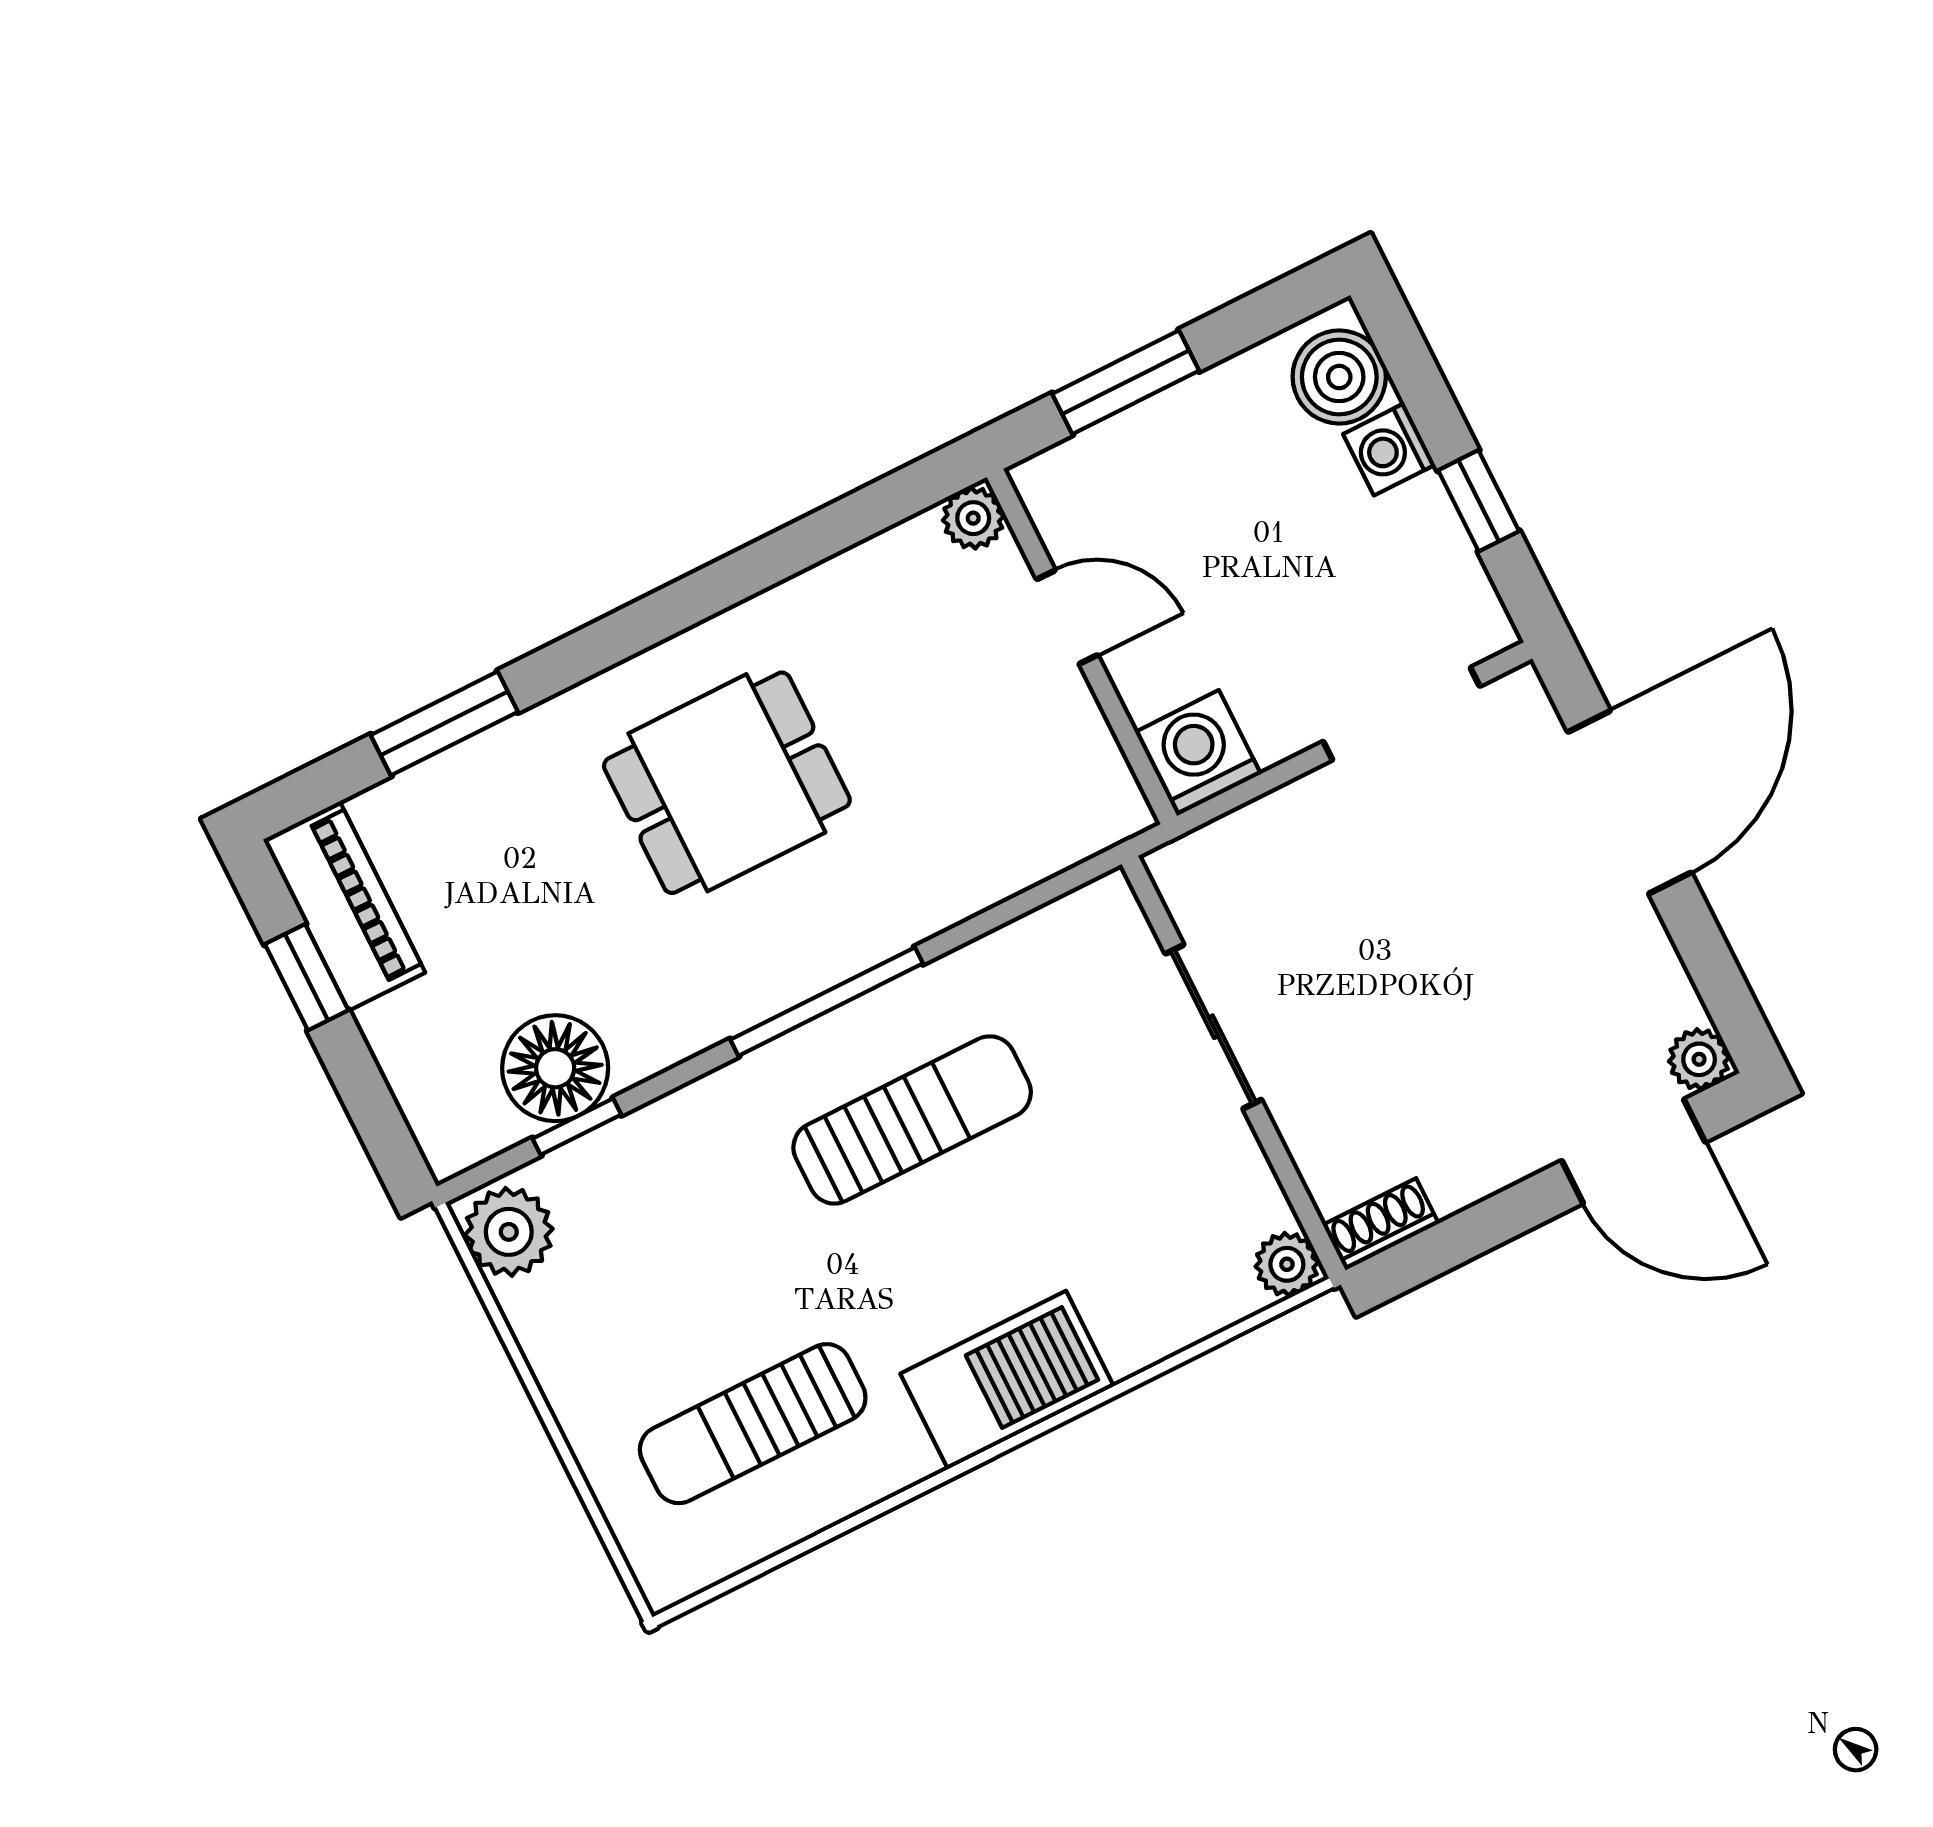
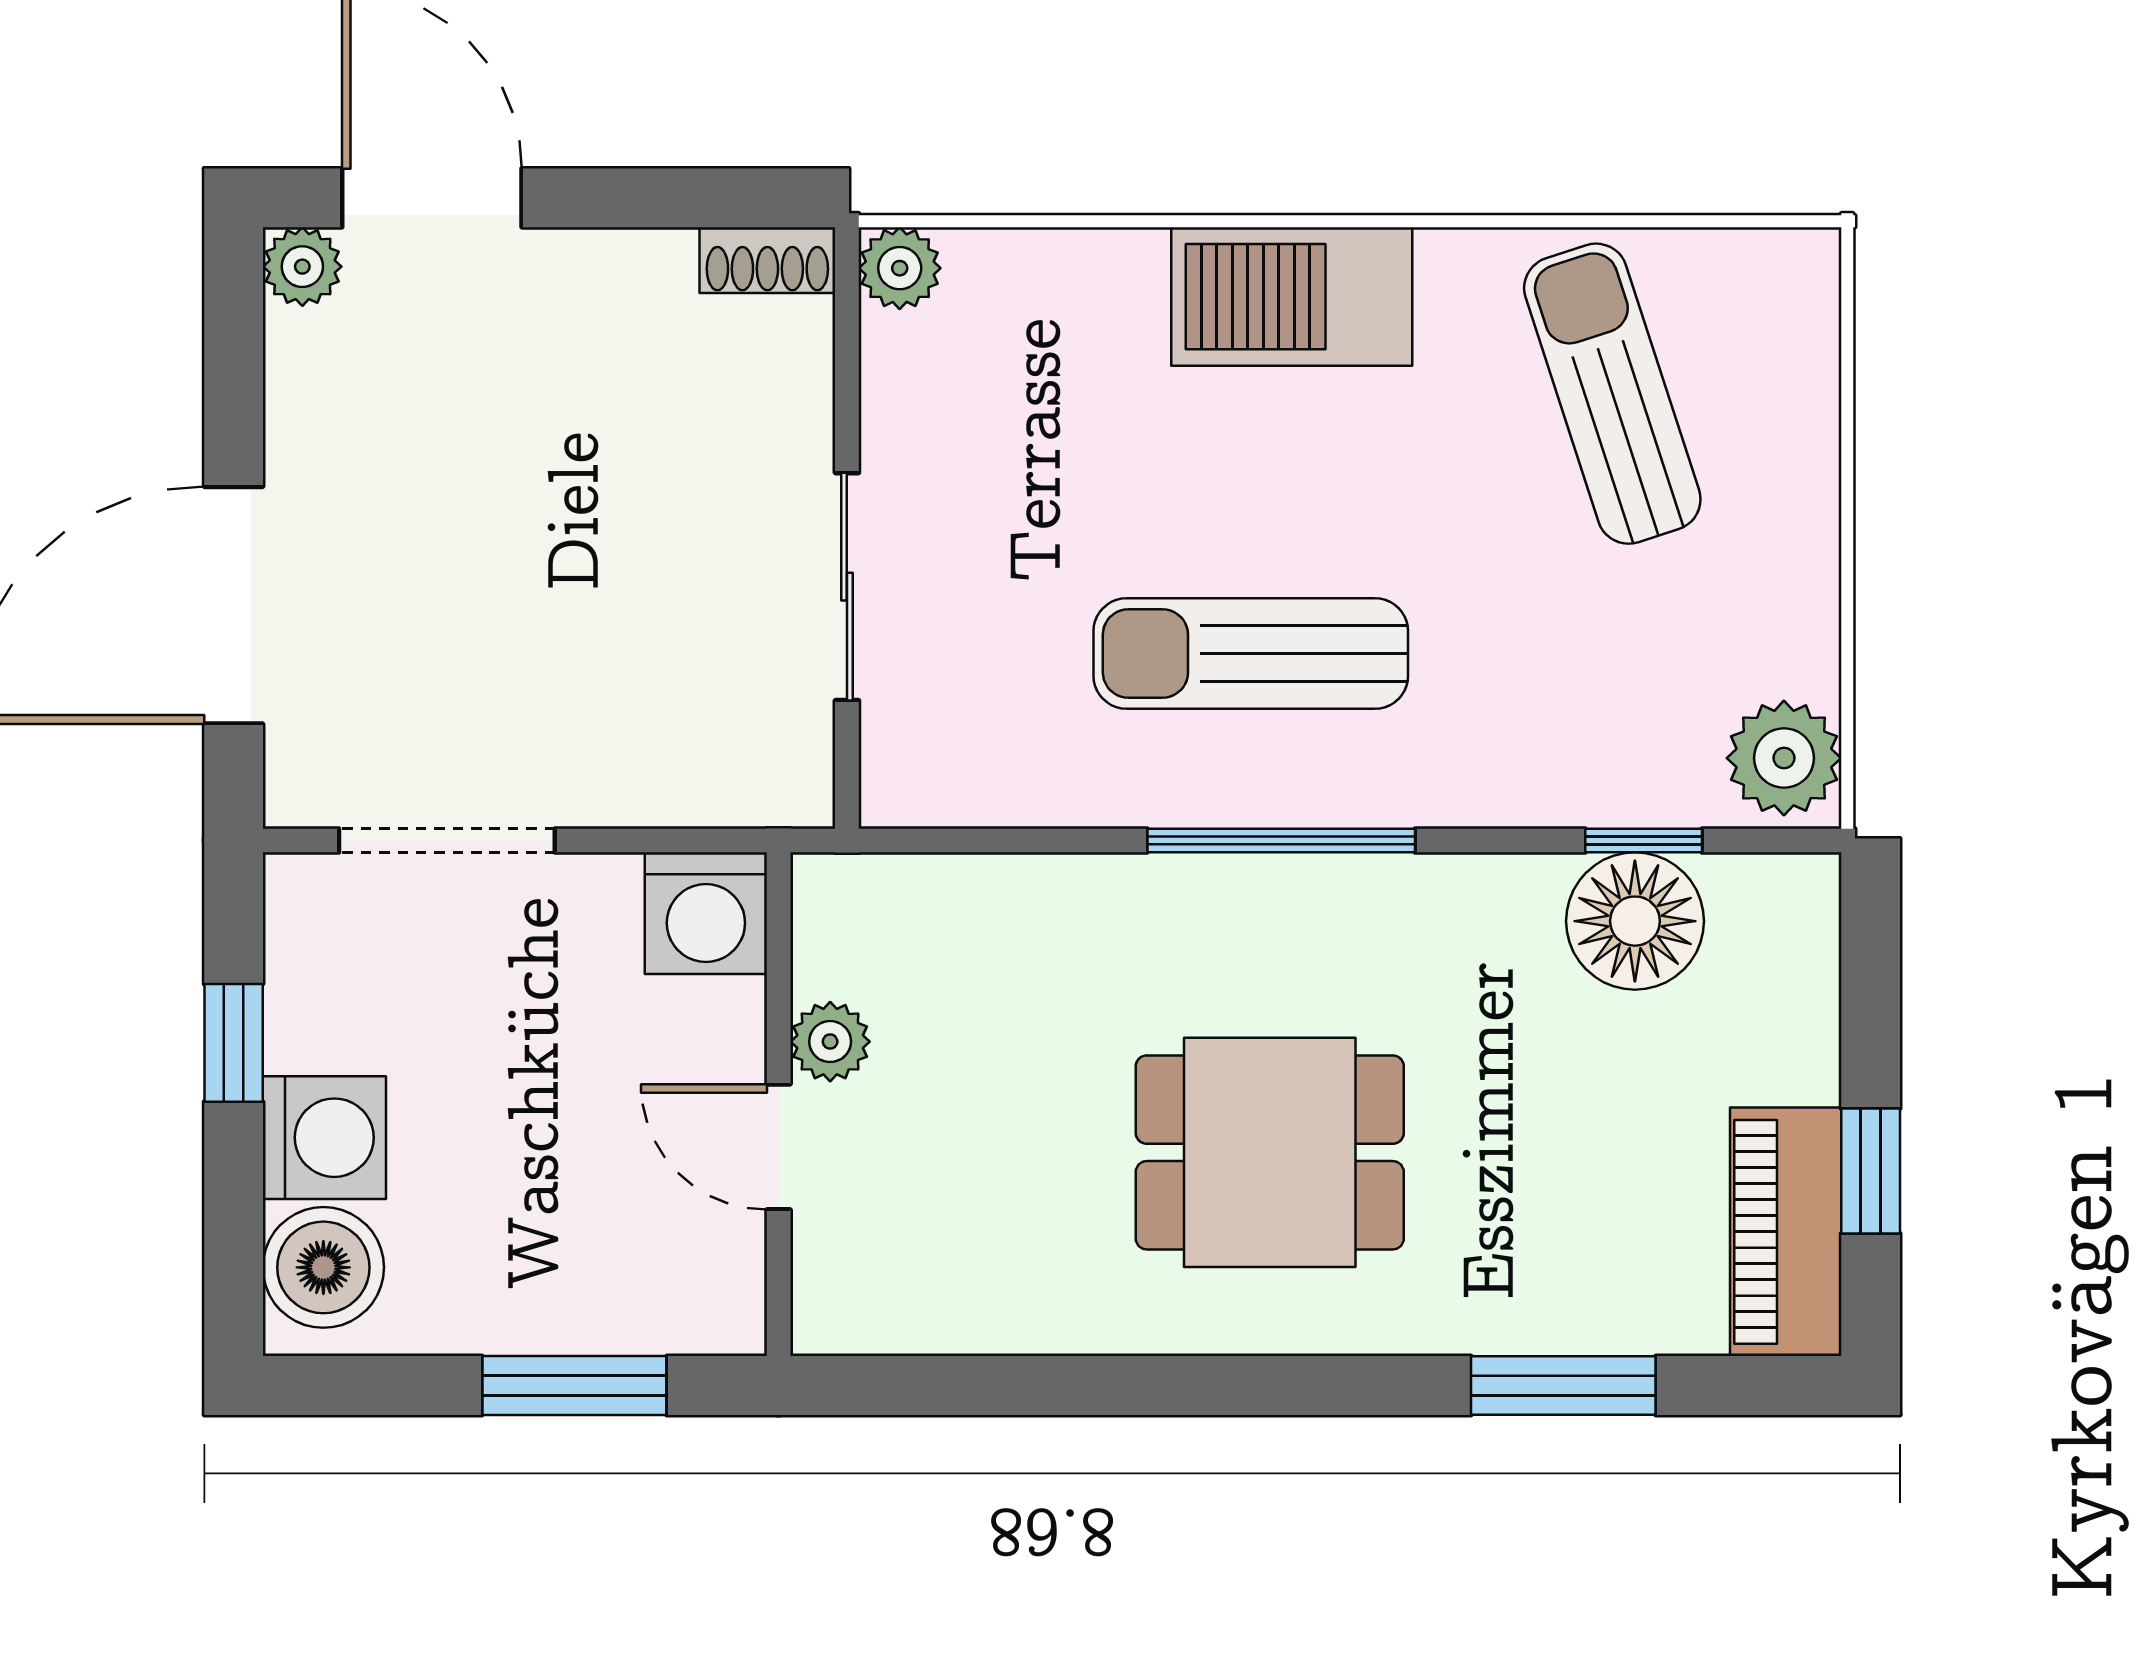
washing machine: (1389, 449) -> (324, 1138), width x1.38, depth x1.38
plant: (973, 518) -> (830, 1042), moved
sun lounger: (753, 1424) -> (1612, 394), turned -108

